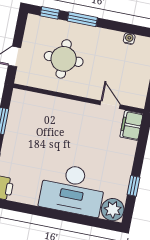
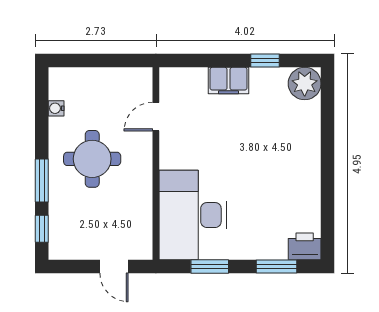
round table: (64, 59) -> (92, 159), moved
filing cabinet: (131, 125) -> (228, 81), moved
desk: (72, 190) -> (193, 215), moved, turned 180

